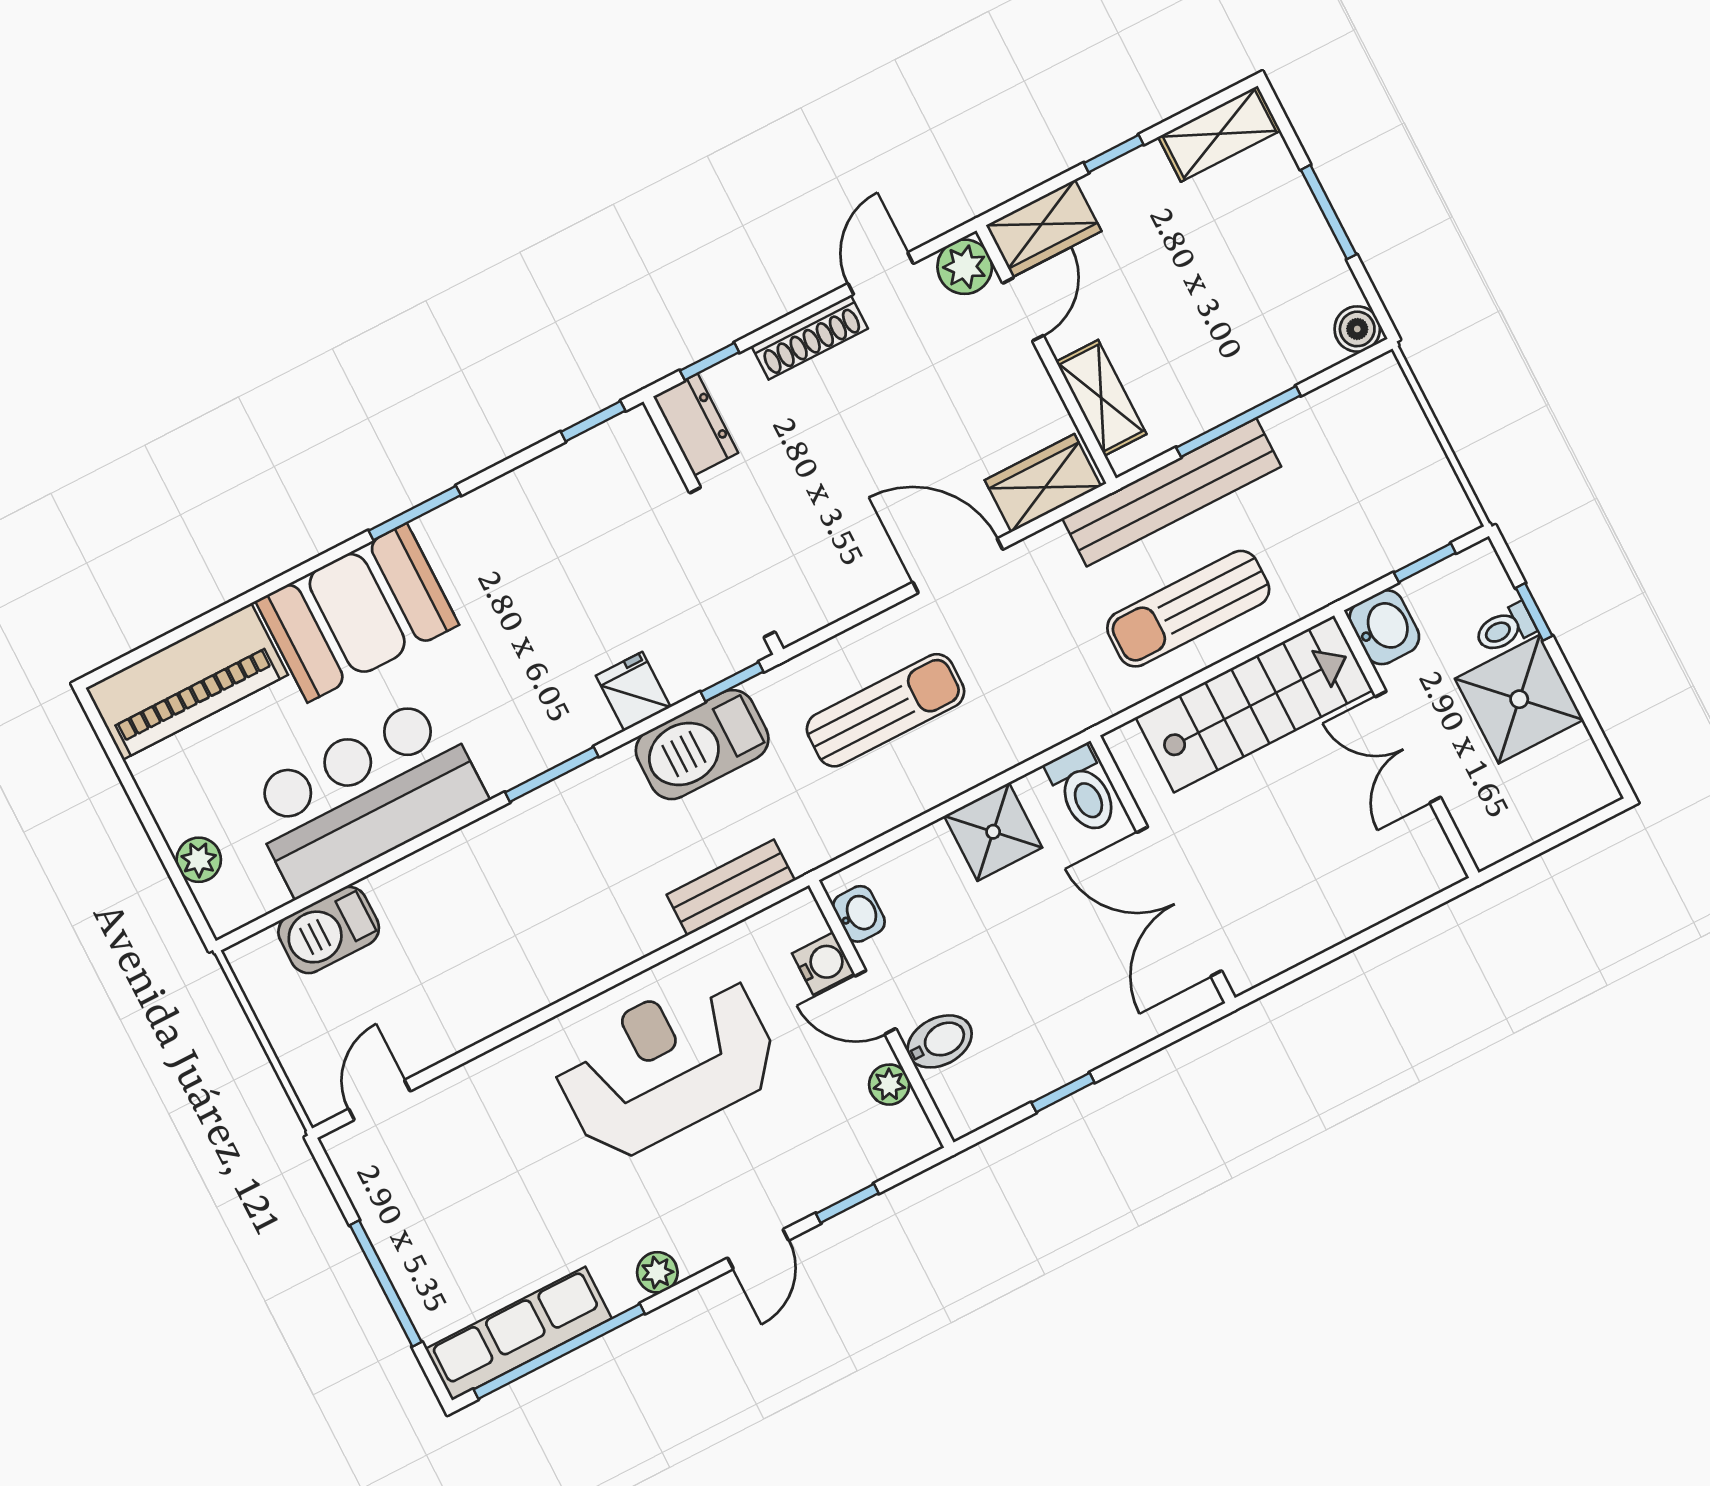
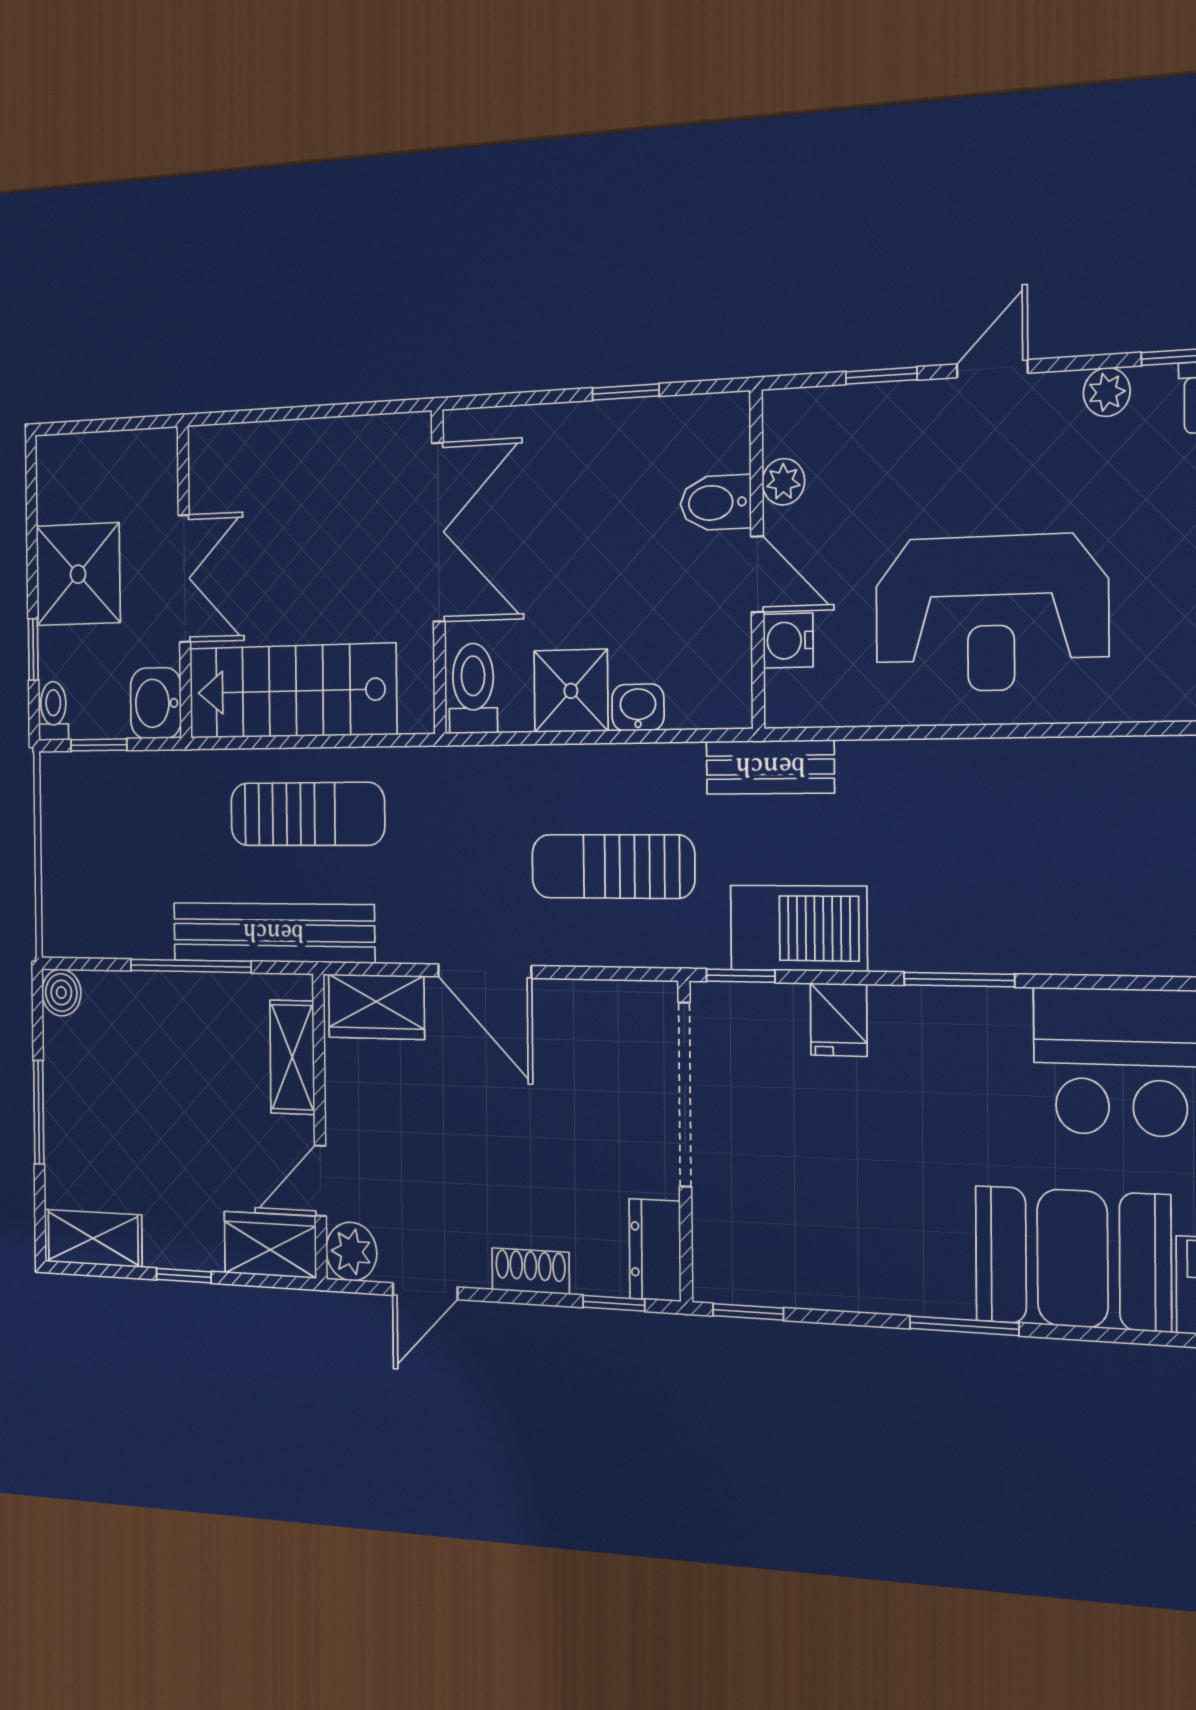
shoe rack: (810, 337) -> (531, 1271), width x0.70
toilet: (1505, 628) -> (53, 711), moved, turned -90
bench: (731, 888) -> (770, 767), moved
washbasin: (859, 914) -> (638, 707), moved, turned 90

